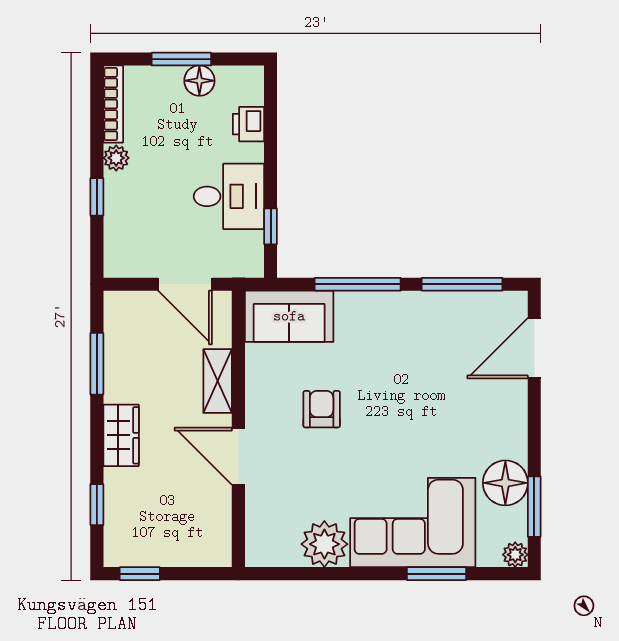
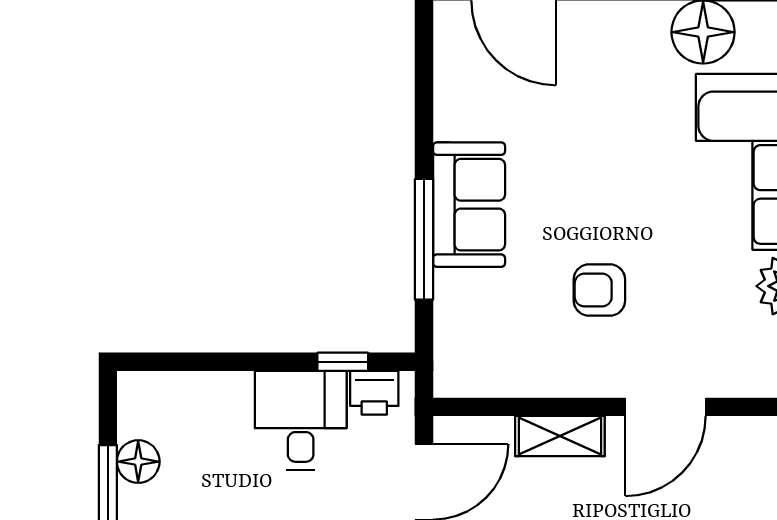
printer: (248, 124) -> (374, 393), moved
window: (462, 284) -> (424, 93), removed
sofa: (289, 316) -> (469, 205), moved

